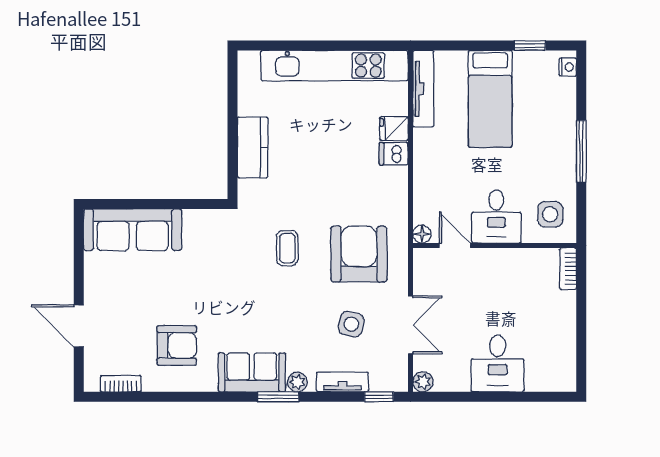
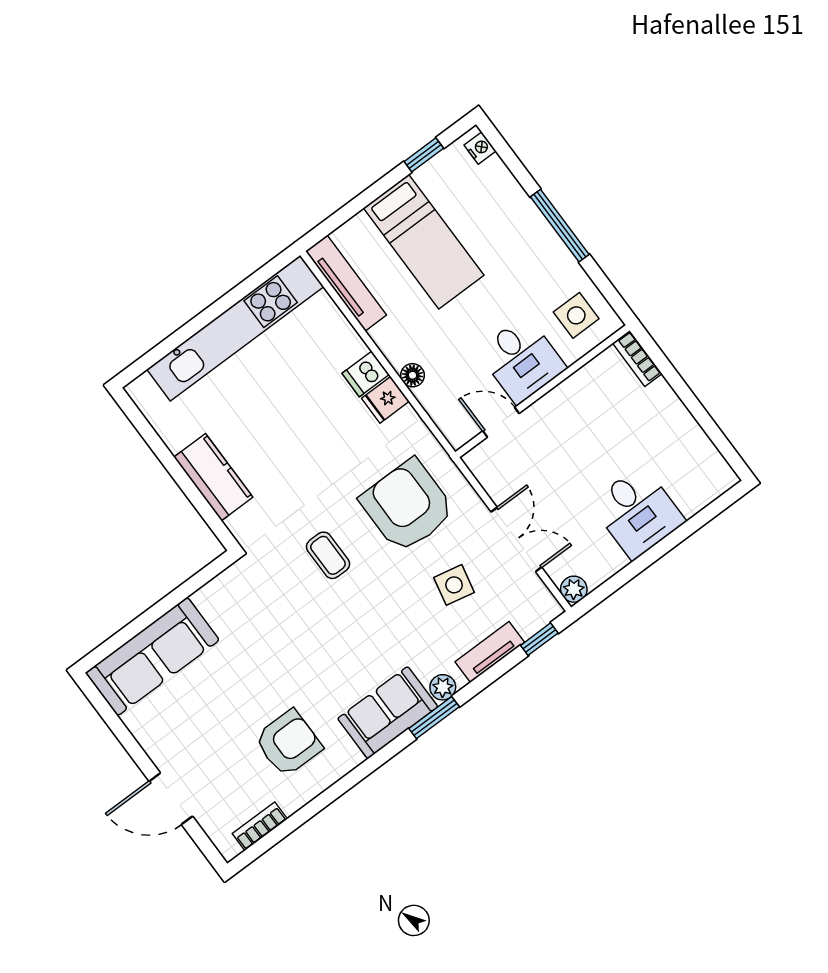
fridge: (394, 129) -> (385, 400), moved
floor lamp: (422, 234) -> (412, 375), moved

